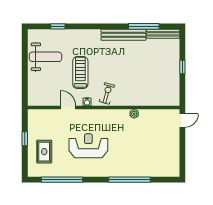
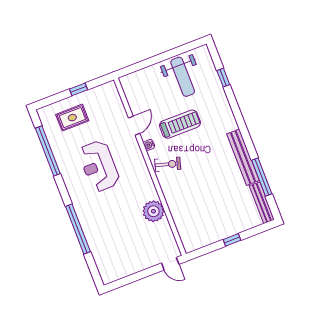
plant: (134, 114) -> (153, 211), width x1.87, depth x1.87
reception desk: (88, 146) -> (99, 166), turned 180

